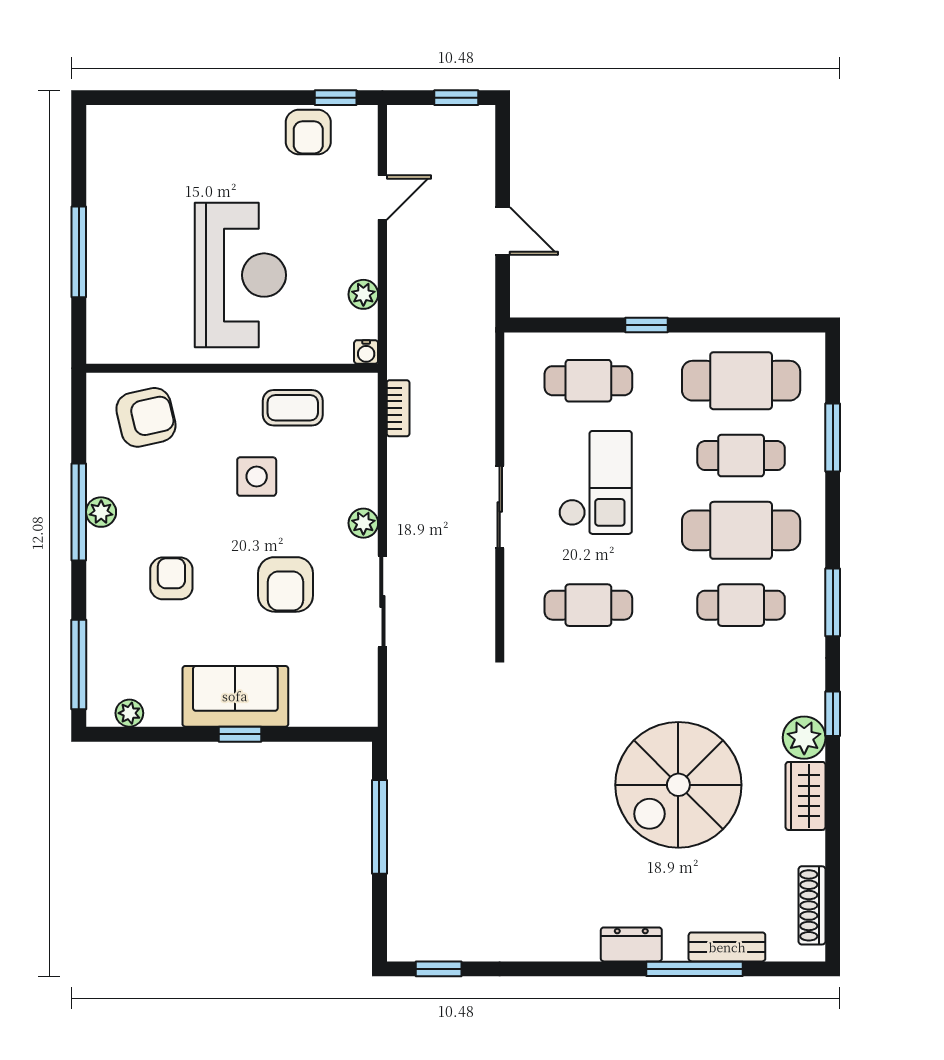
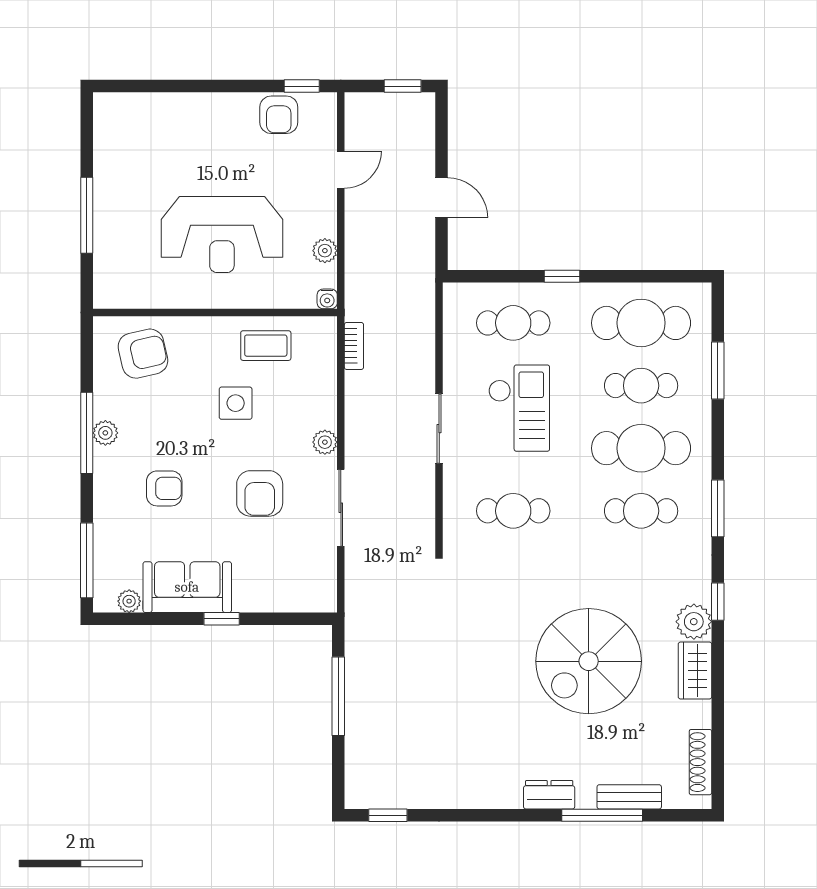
reception desk: (240, 275) -> (222, 235), turned 90
armchair: (171, 578) -> (164, 488), turned 90
sofa: (235, 696) -> (187, 587), moved

